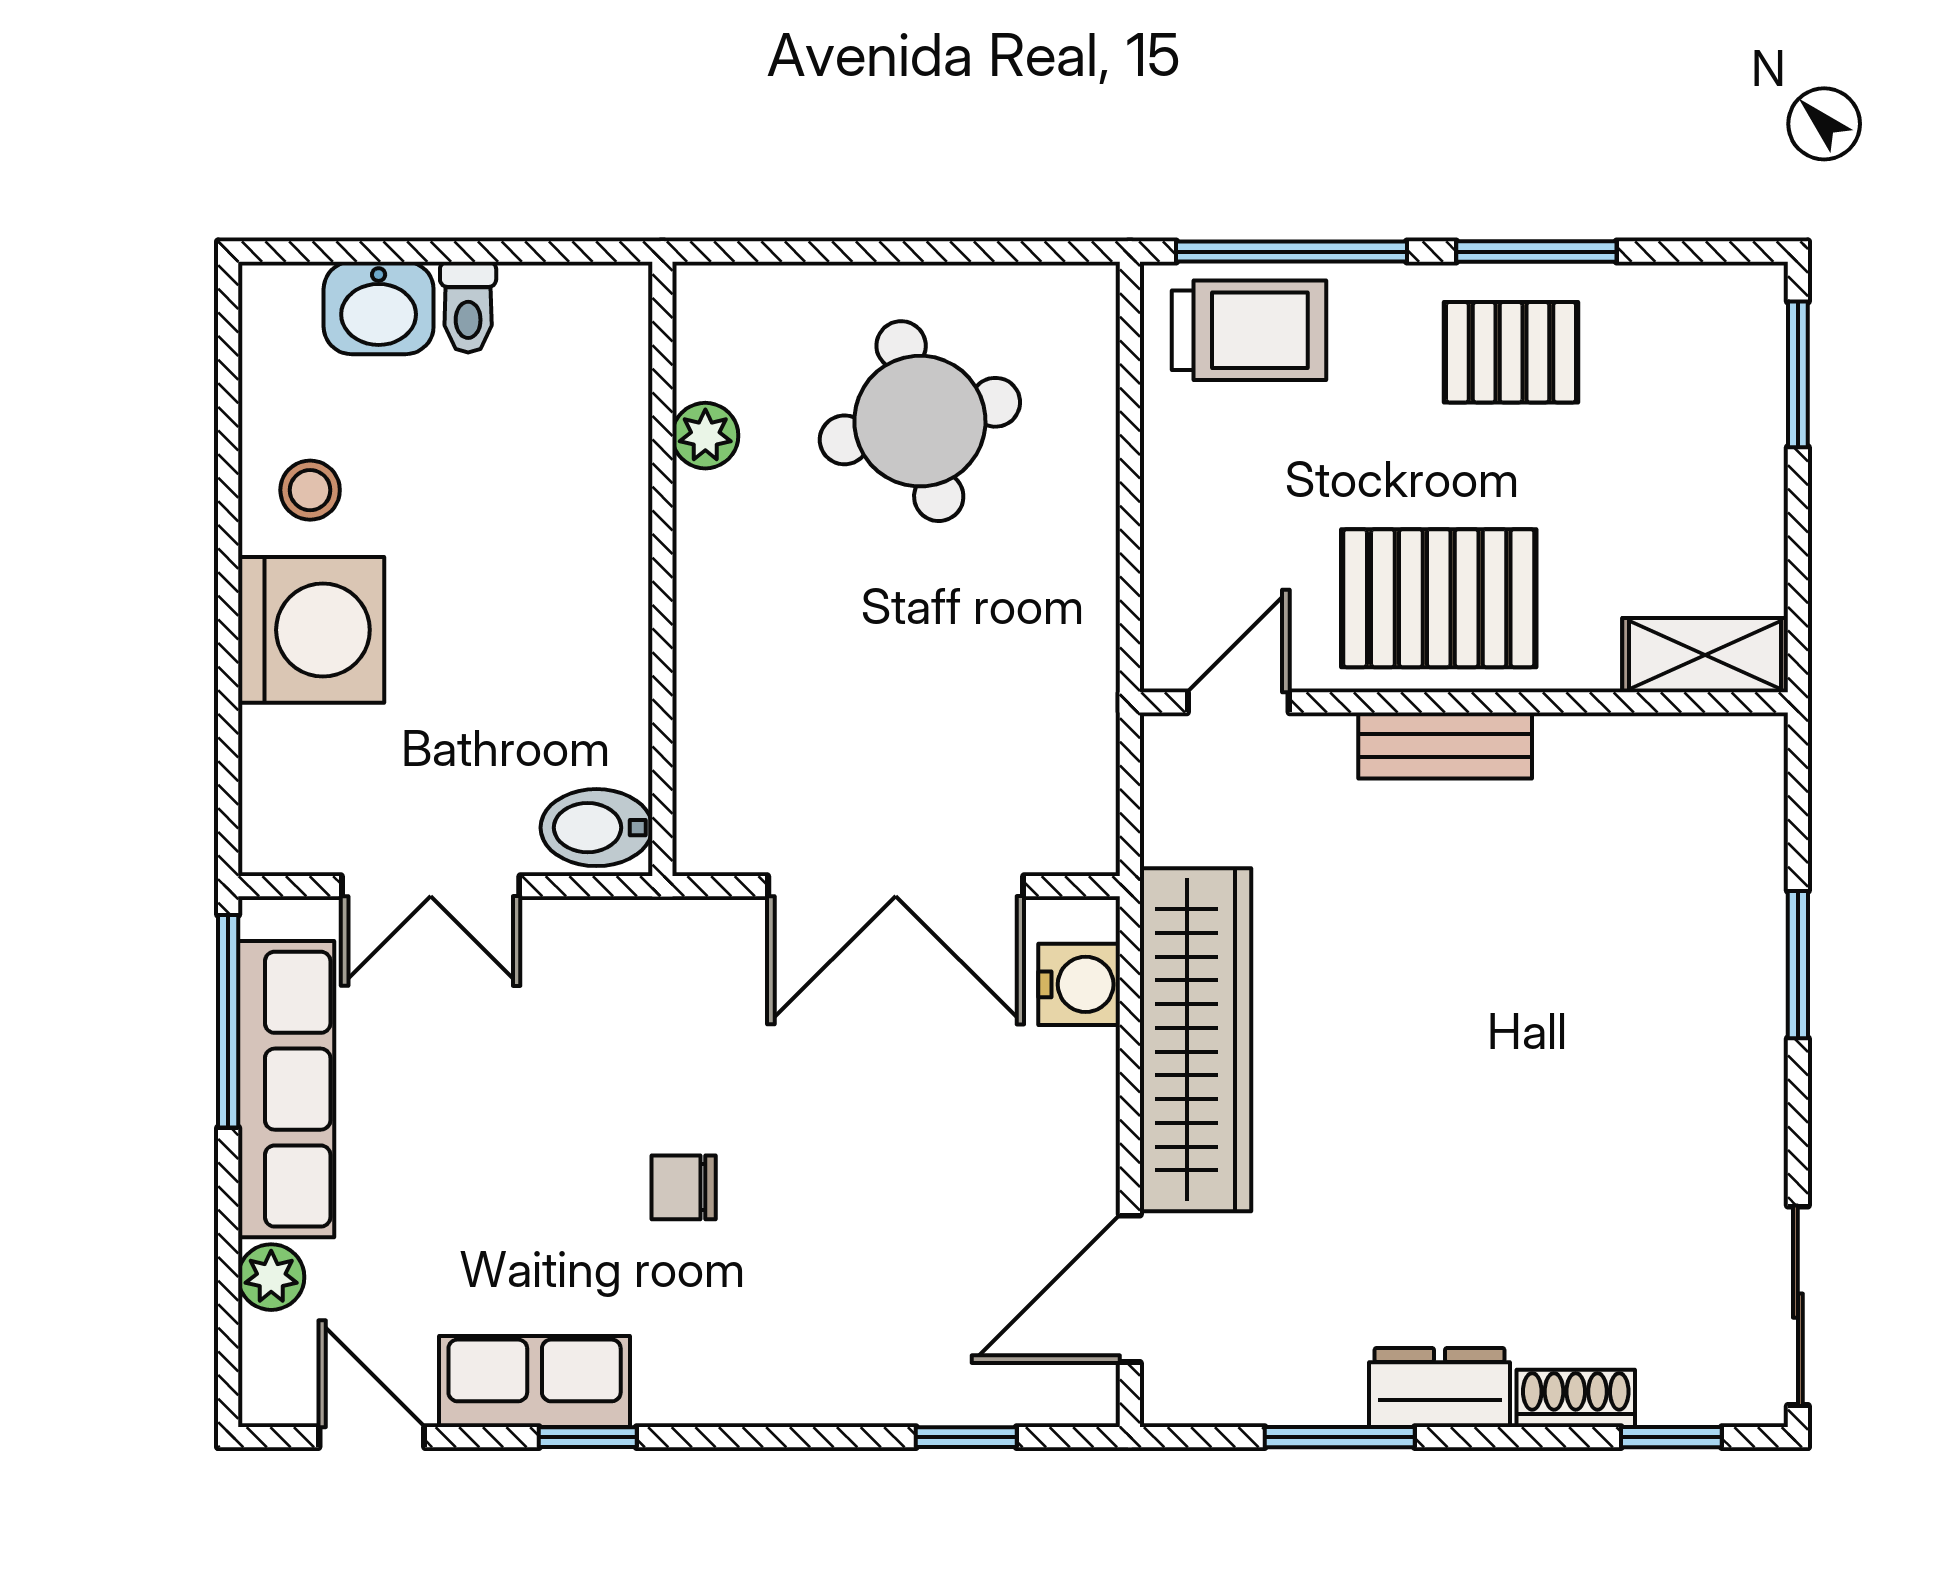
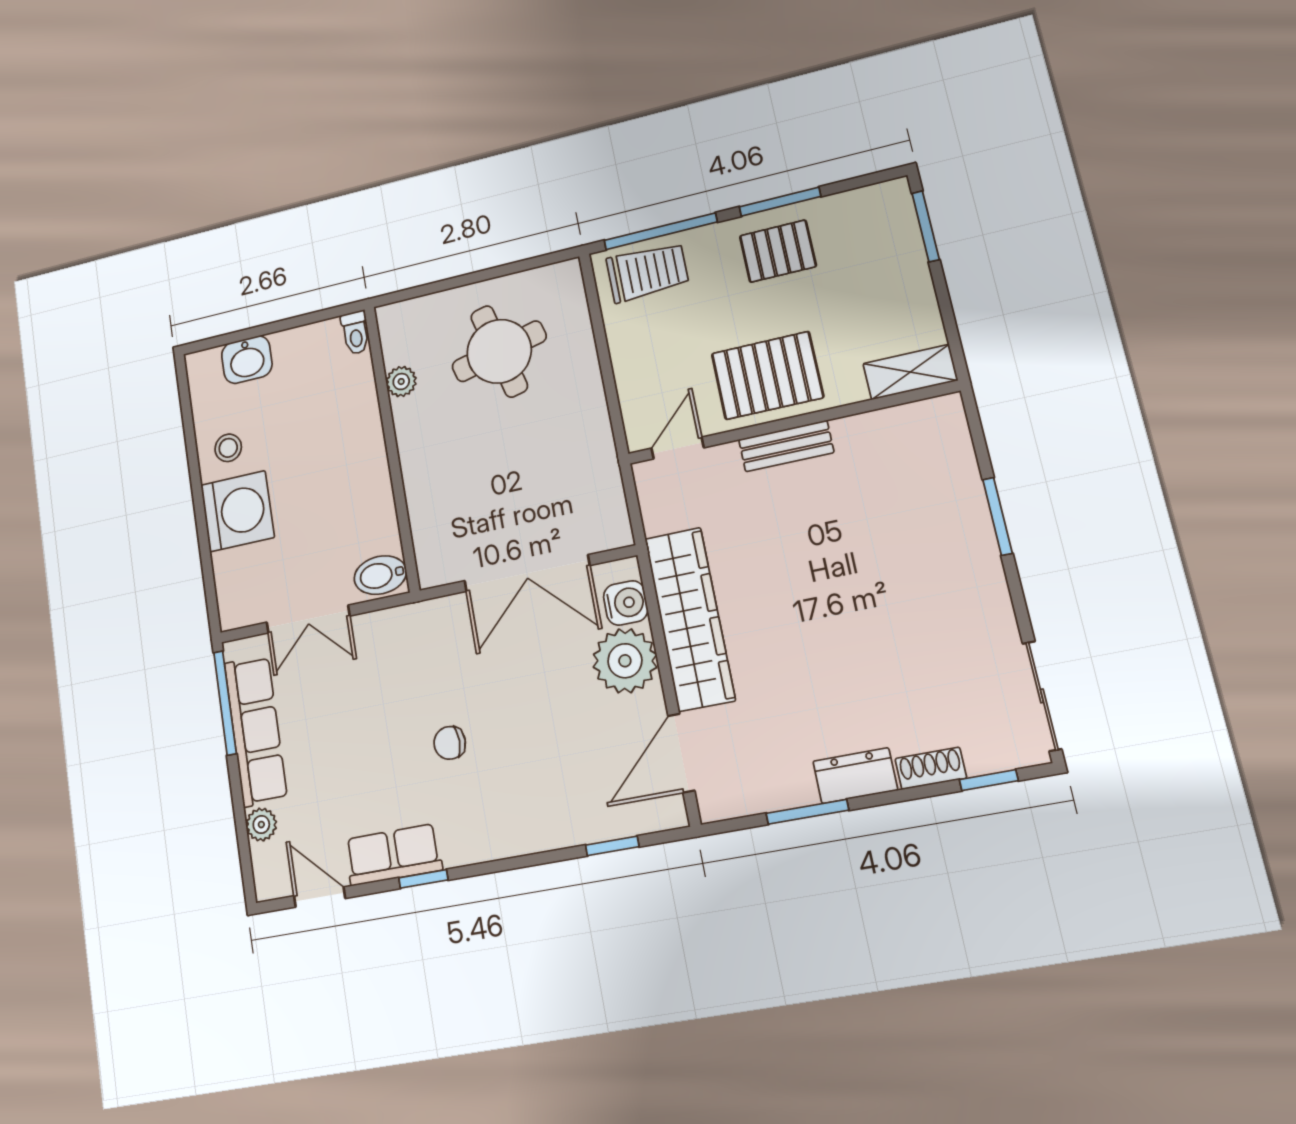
toilet: (468, 307) -> (355, 333), moved
plant: (1056, 1095) -> (625, 661), added

